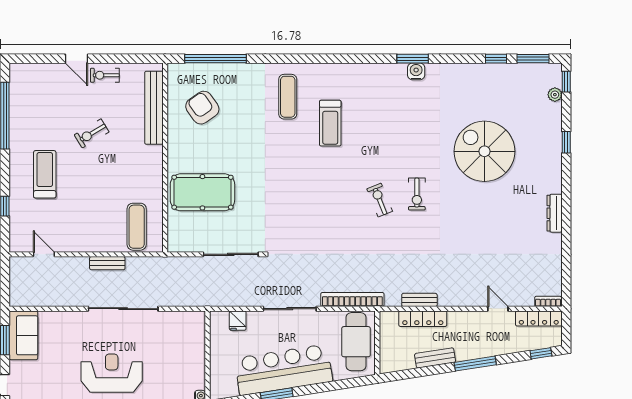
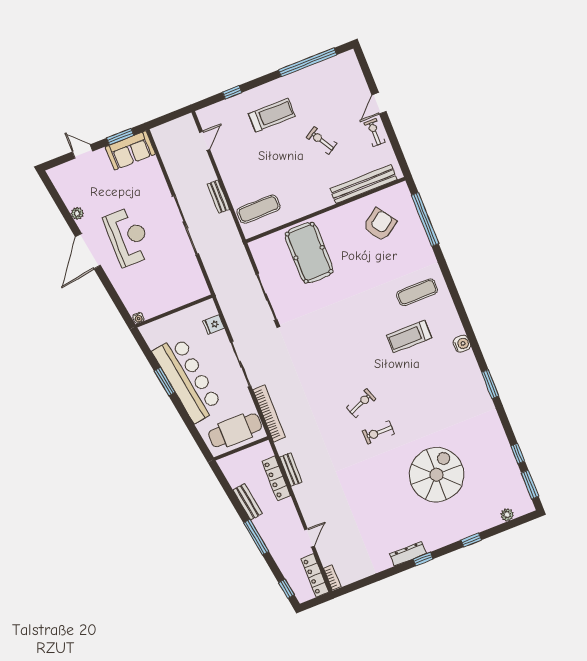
water cooler: (416, 71) -> (462, 344), moved
window: (566, 82) -> (423, 559), moved

